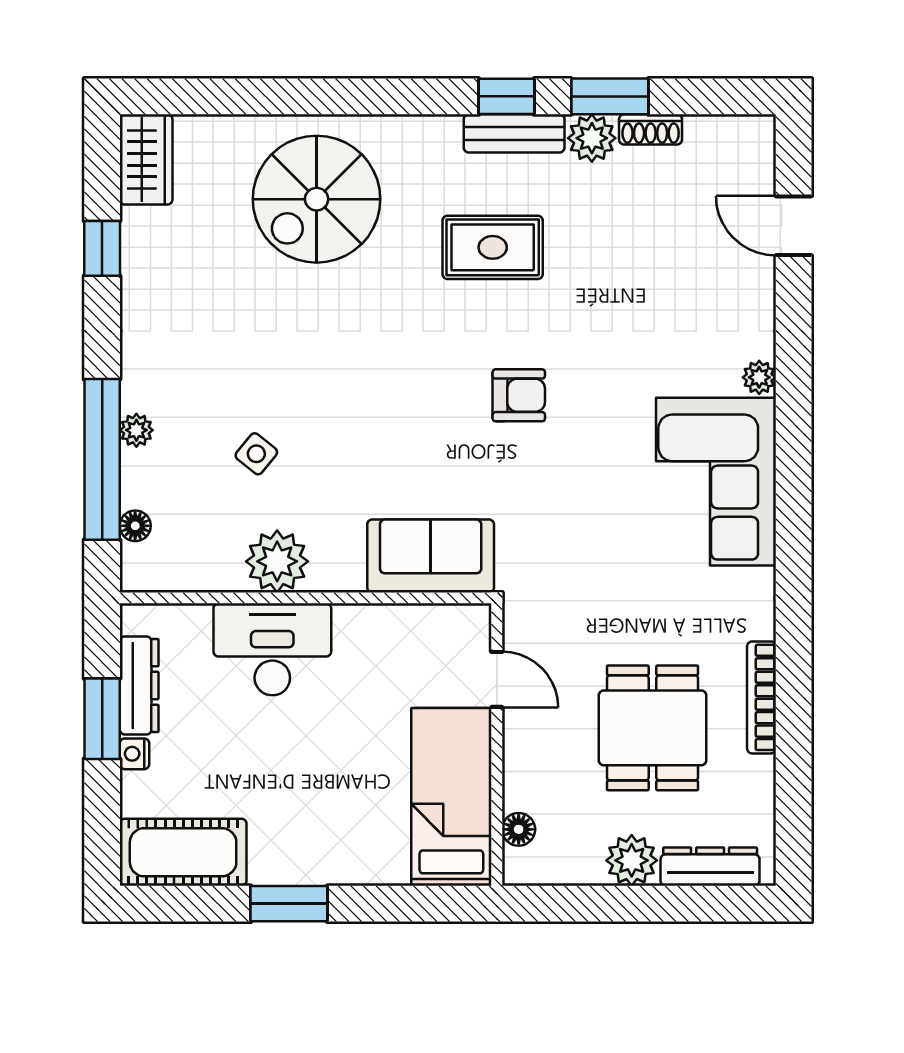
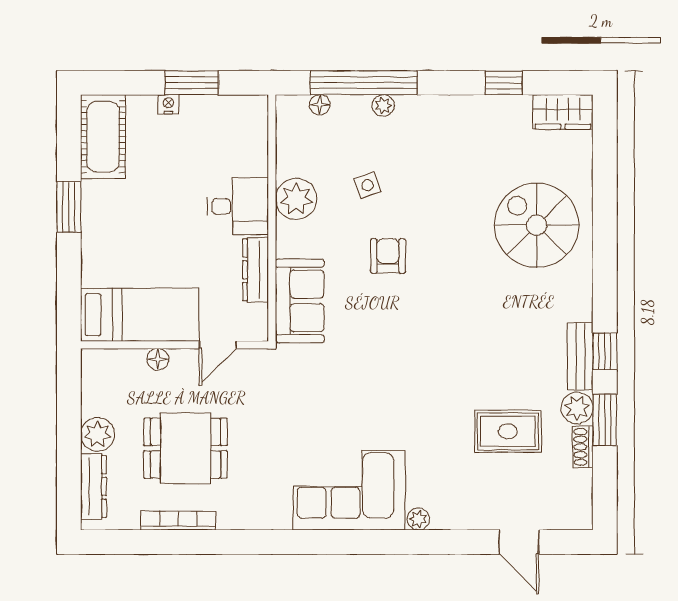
door: (794, 226) -> (519, 542), swing flipped
rug: (493, 247) -> (508, 431), moved, turned 90
armchair: (519, 395) -> (388, 256), moved, turned 180
side table: (256, 454) -> (368, 185), turned 32
desk: (272, 649) -> (238, 206), width x0.73
dresser: (139, 685) -> (256, 270), moved, turned 90
bookcase: (762, 697) -> (178, 521), moved
floor lamp: (519, 829) -> (158, 359), moved

